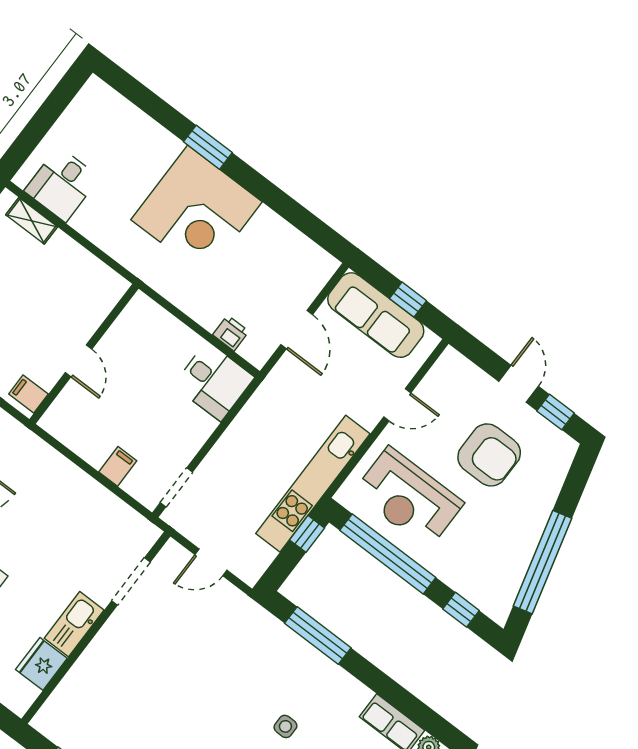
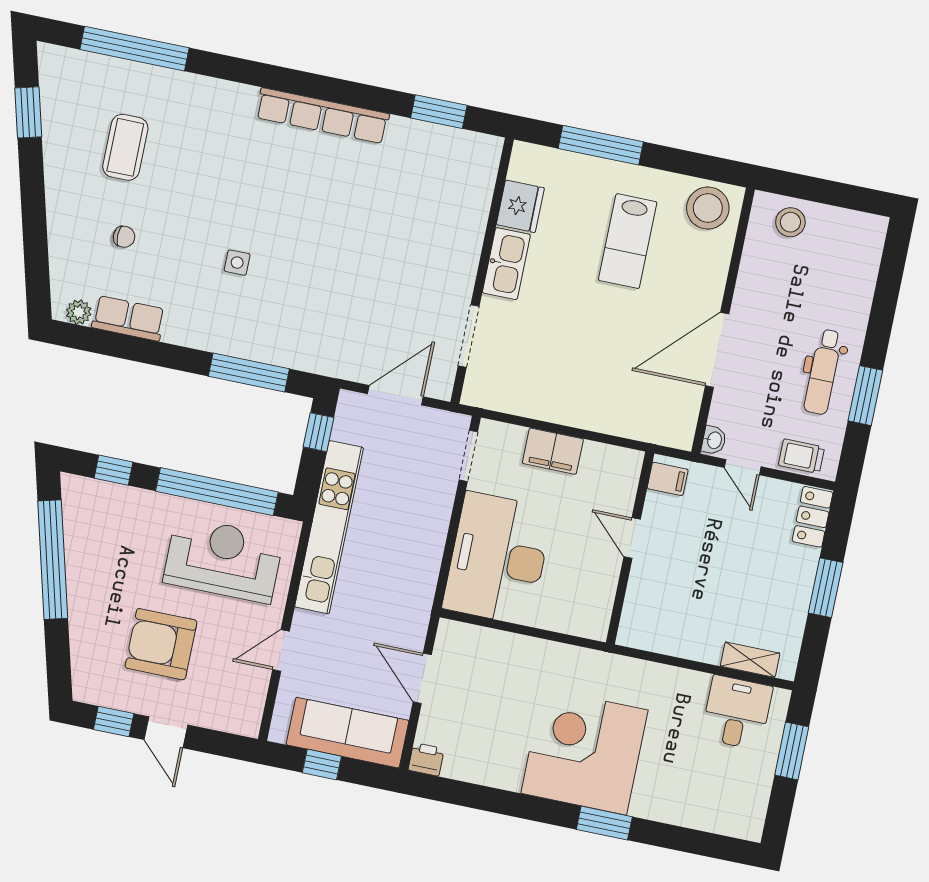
window: (33, 133) -> (792, 751), added
printer: (231, 333) -> (426, 759), moved, turned 180
desk: (214, 381) -> (498, 558), width x1.87, depth x1.30
filing cabinet: (118, 466) -> (553, 451), width x2.00
window: (307, 534) -> (318, 432), moved
door: (211, 562) -> (395, 395), width x1.38

